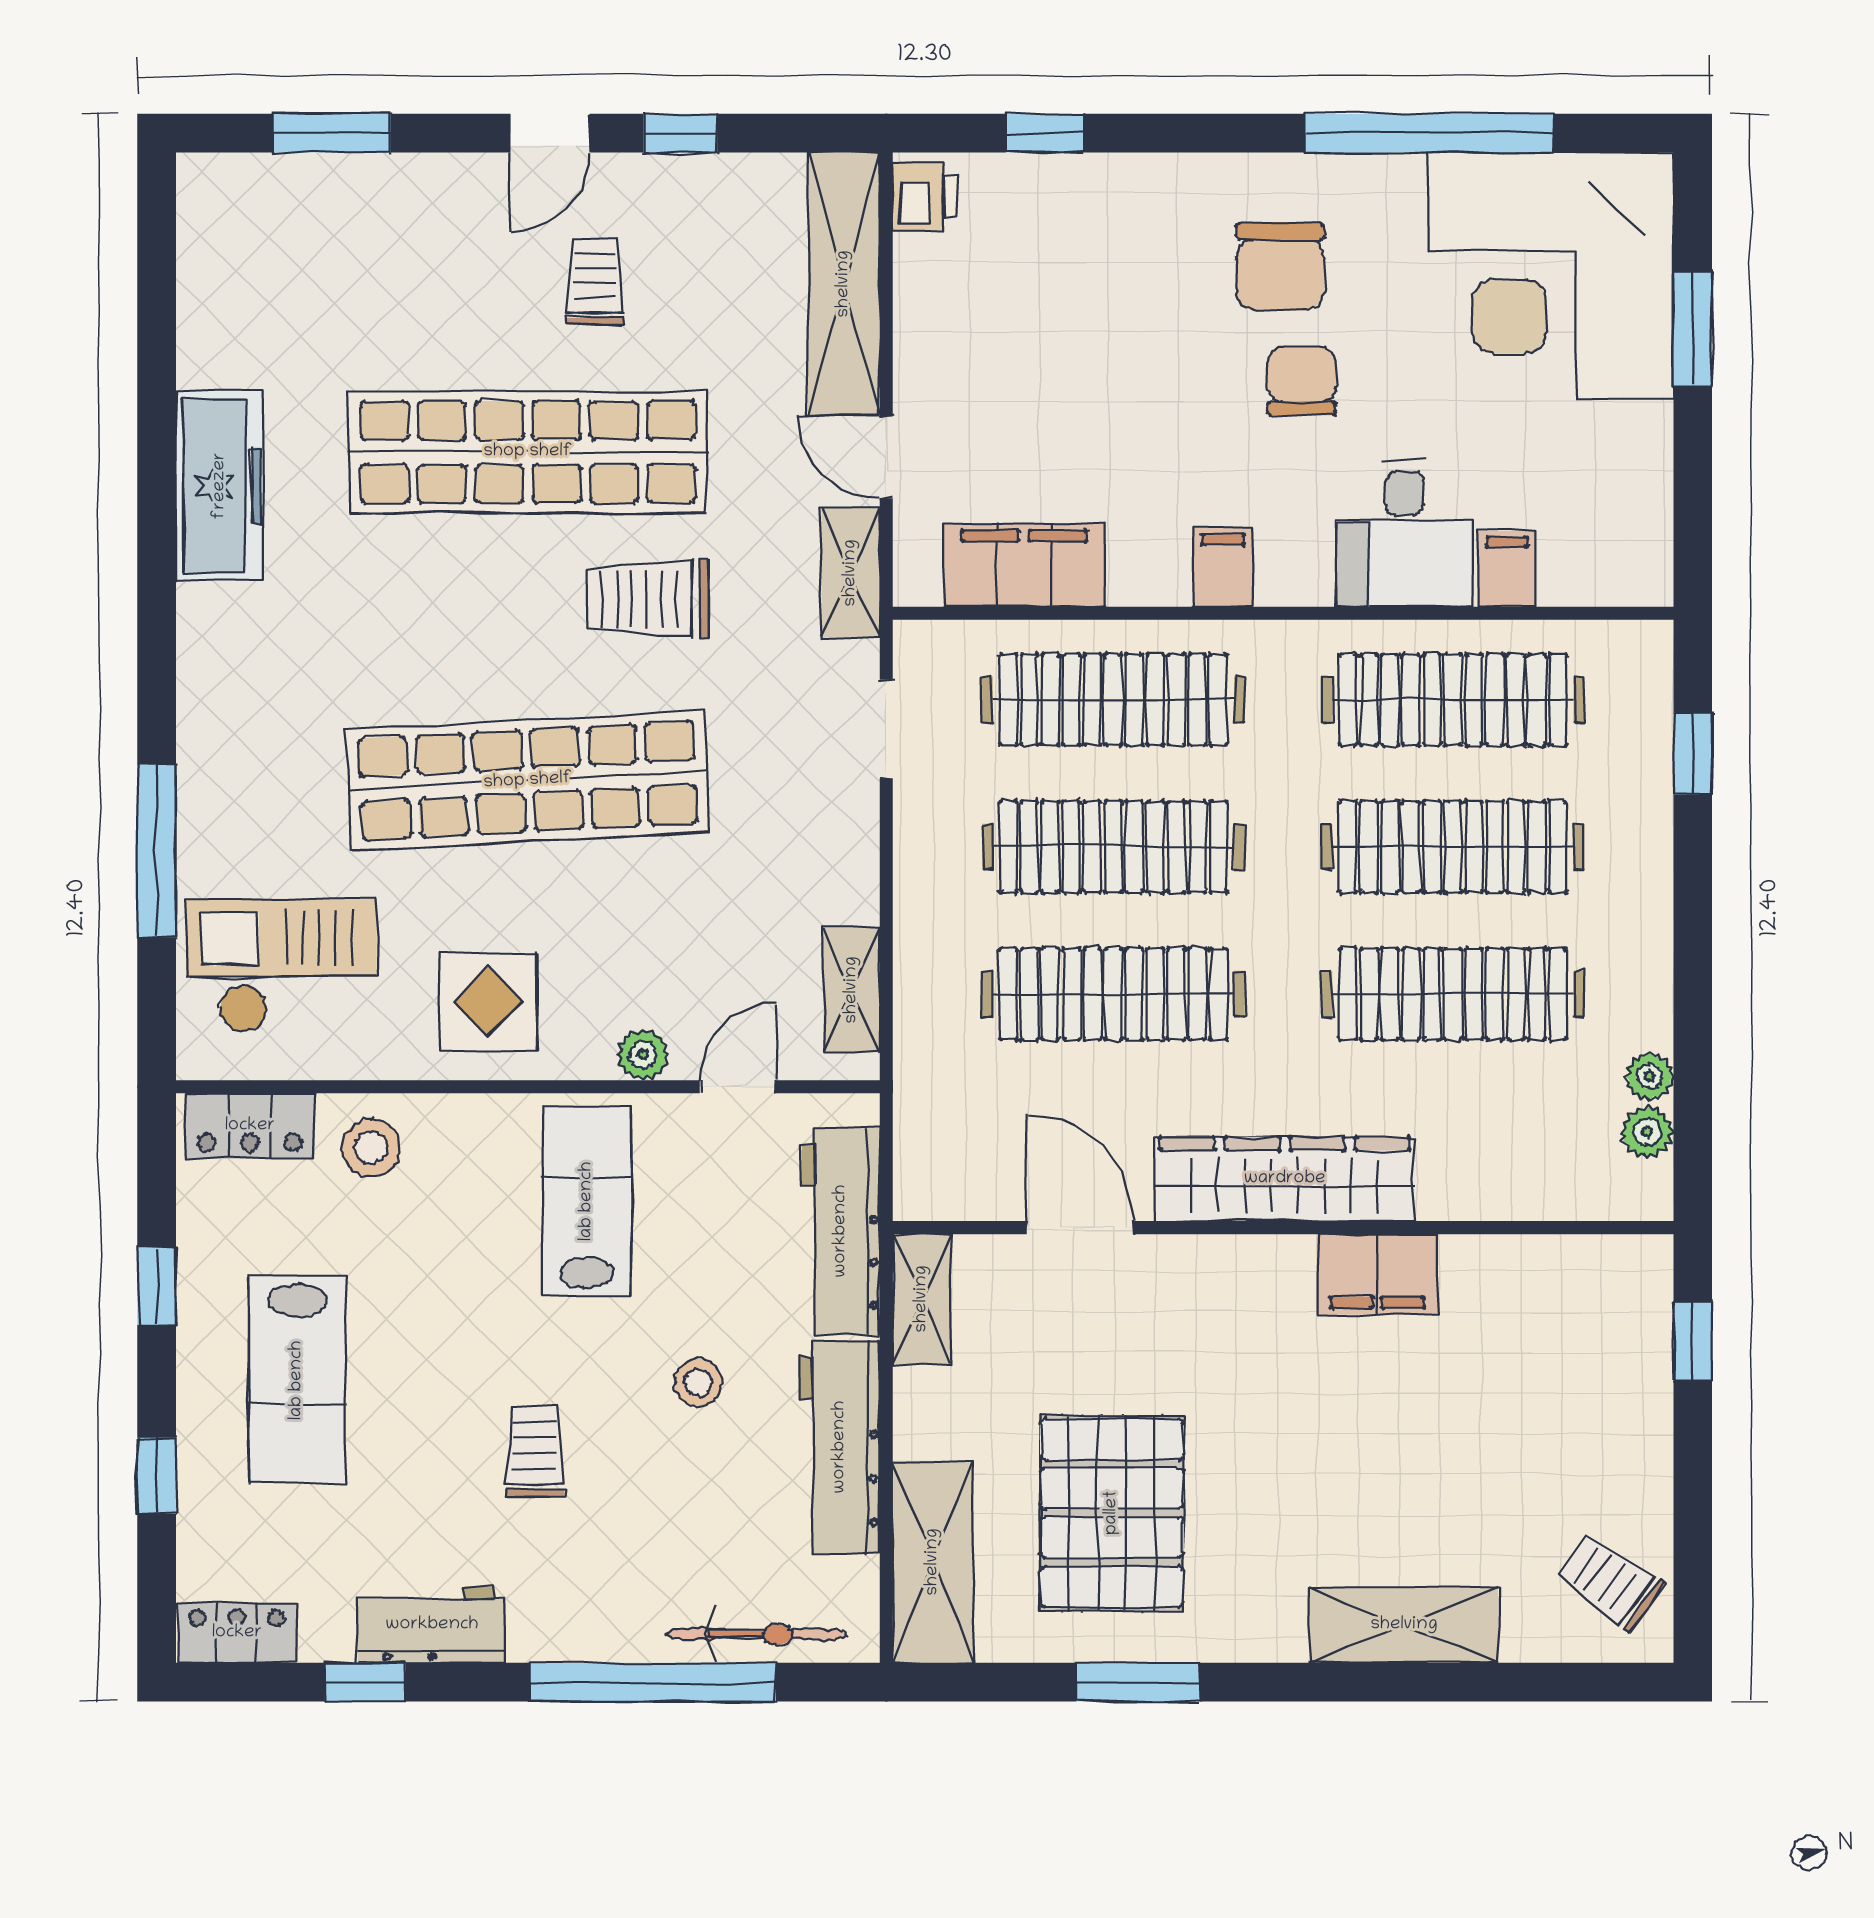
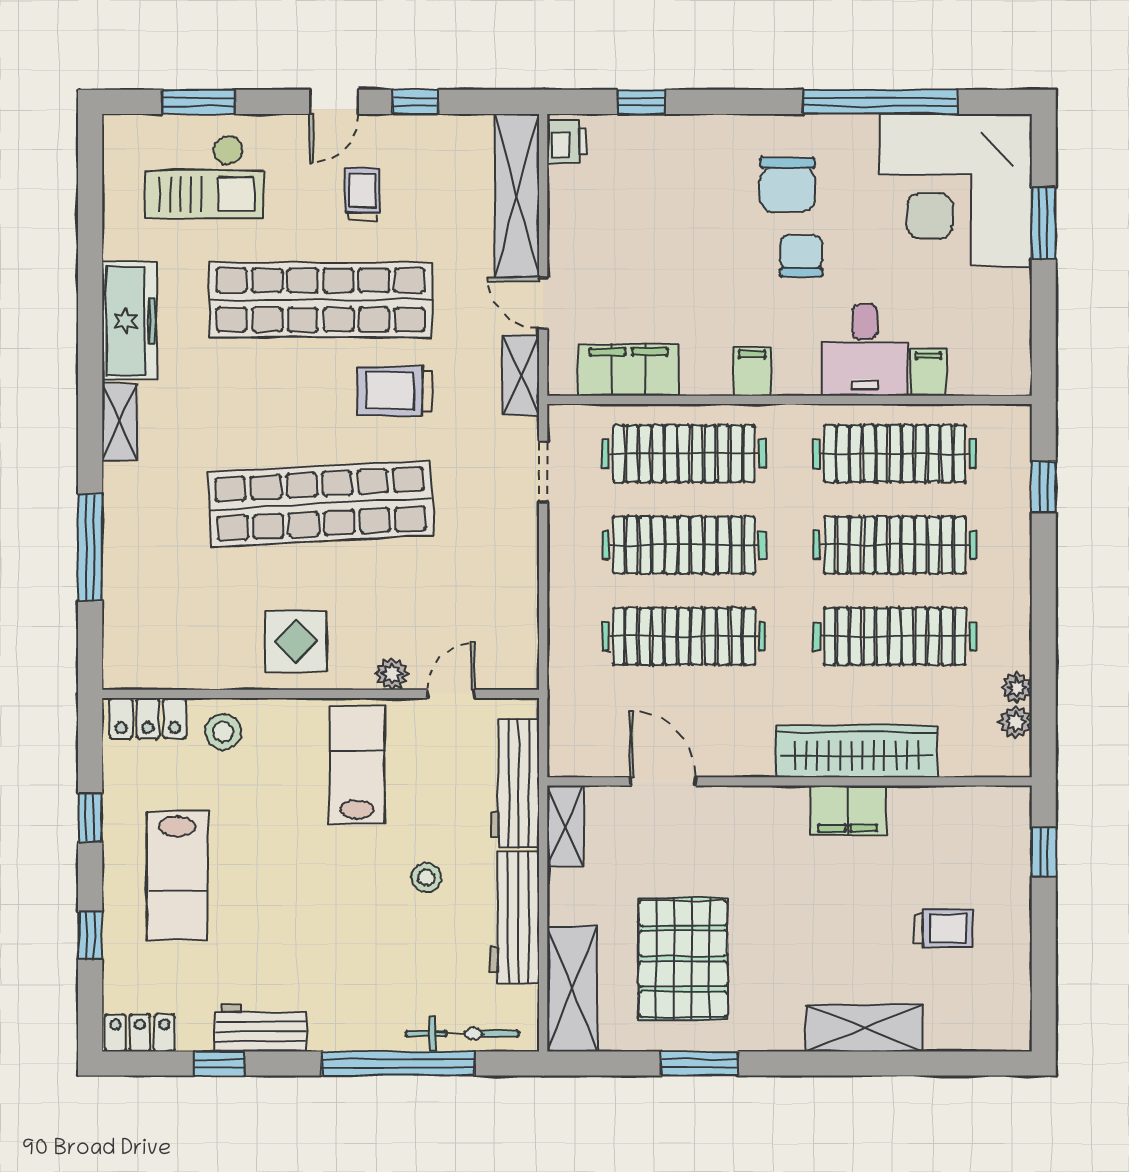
checkout: (281, 966) -> (204, 177), moved, turned 180
shelving: (852, 990) -> (120, 422), moved
wardrobe: (1285, 1179) -> (857, 751), moved
trolley: (535, 1451) -> (325, 920), removed
trolley: (1610, 1581) -> (944, 928), moved, turned 144

